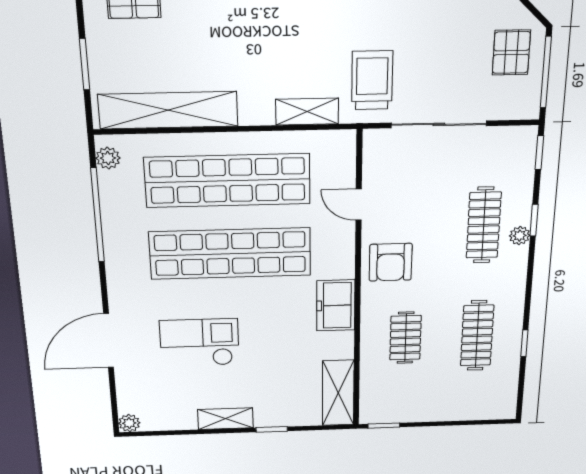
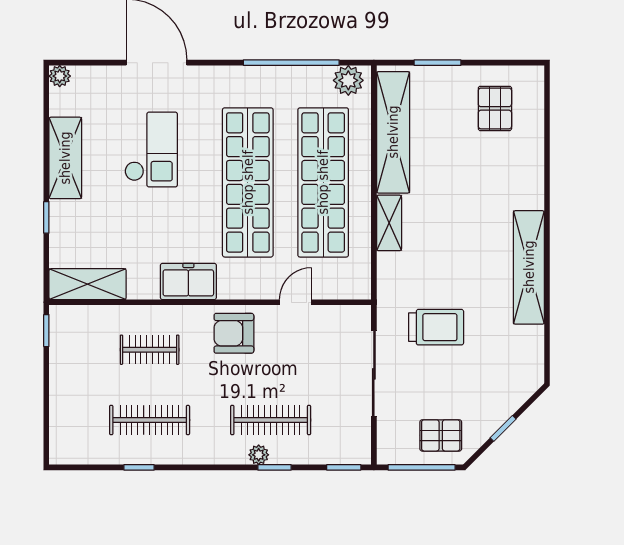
trolley: (372, 80) -> (436, 327), moved
shelving: (307, 112) -> (389, 223), moved
plant: (108, 158) -> (348, 80), width x1.38, depth x1.38
shelving: (225, 419) -> (65, 158), width x1.50, depth x1.33

